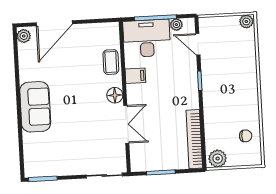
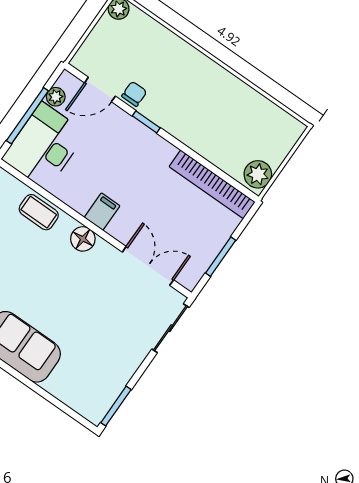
filing cabinet: (135, 76) -> (102, 212), moved
double door: (126, 124) -> (148, 266), moved
chair: (246, 136) -> (134, 94), moved

